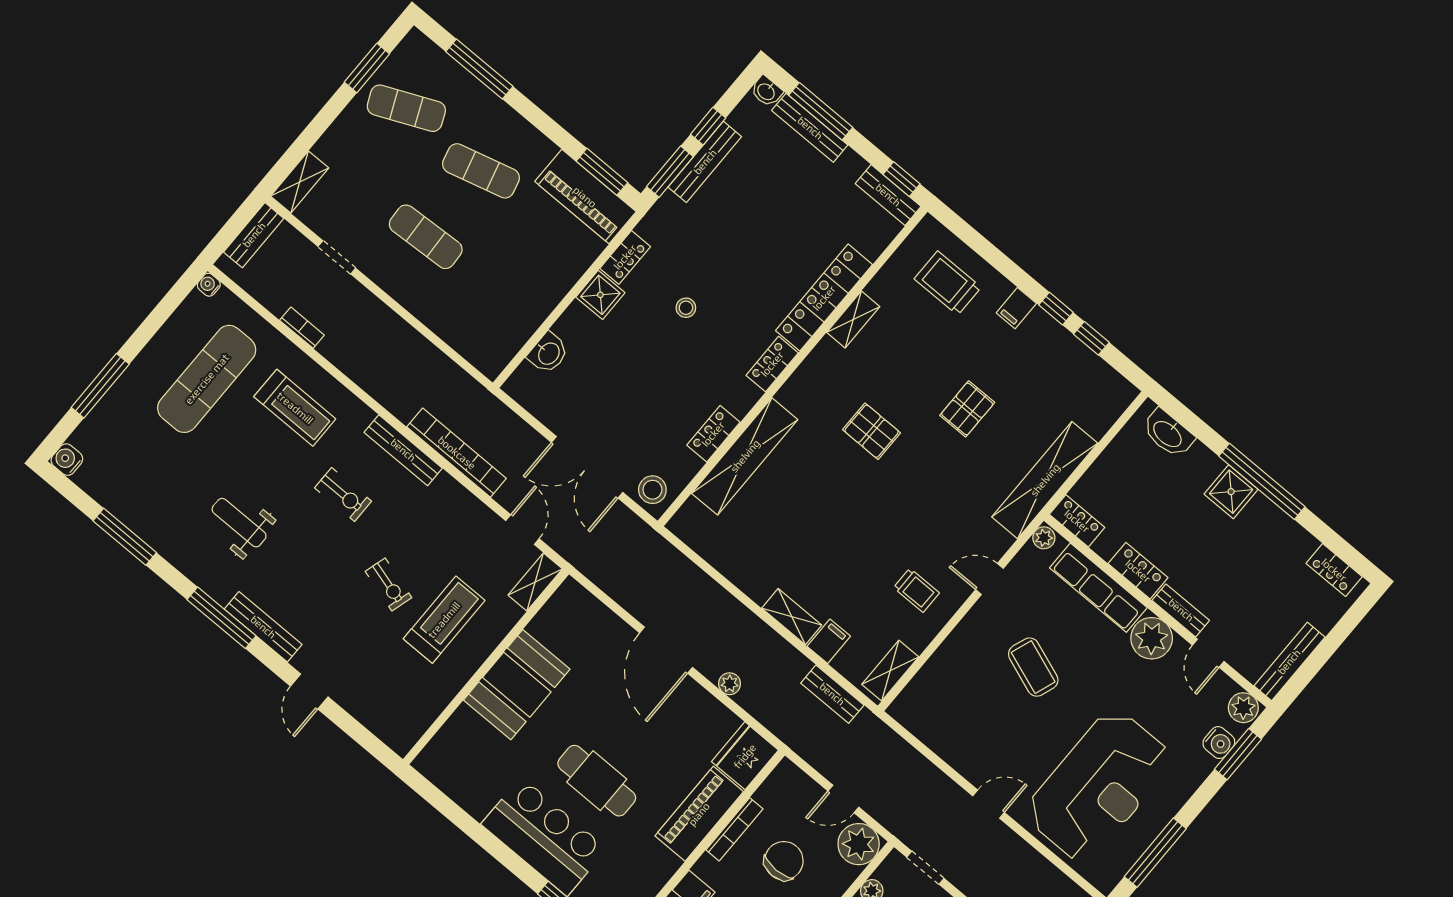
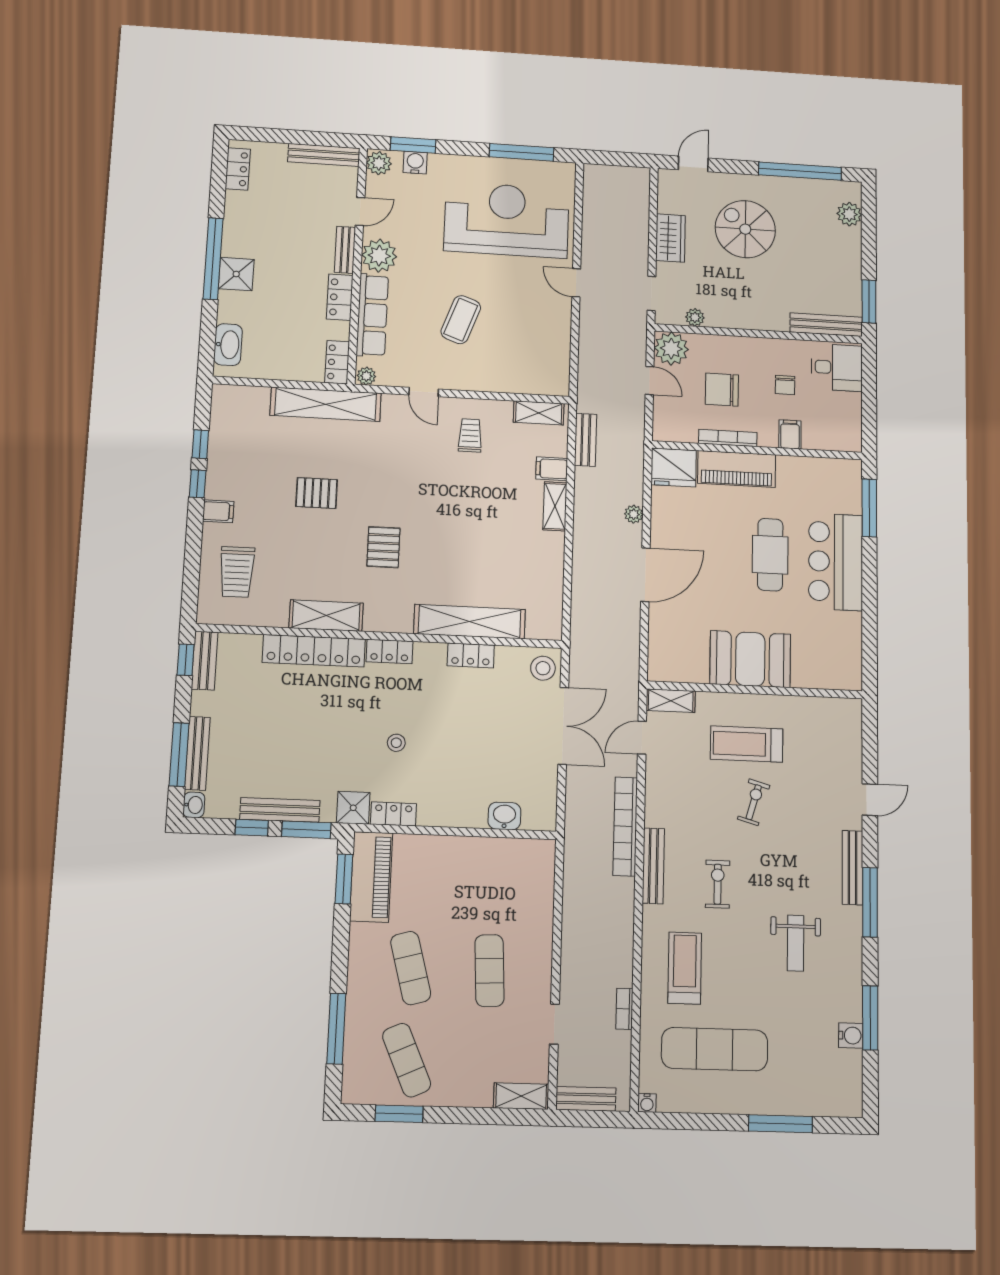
shower: (600, 295) -> (353, 808), moved
shelving: (853, 319) -> (326, 616), width x1.50, depth x1.33
water cooler: (67, 460) -> (851, 1035), moved, turned -90

